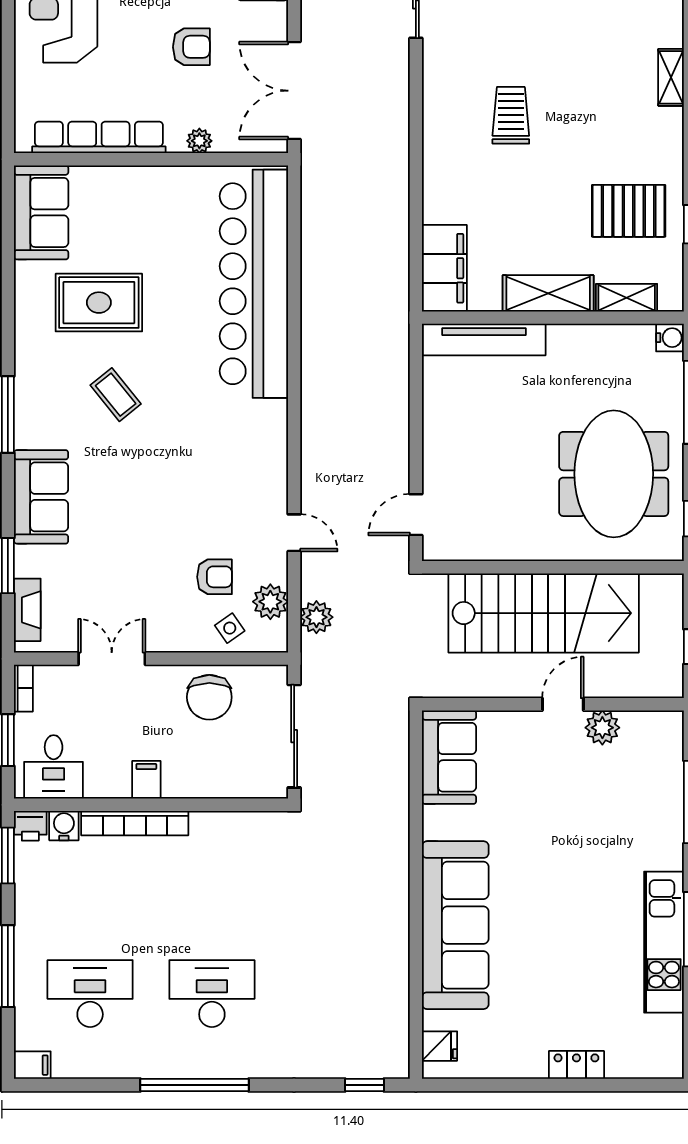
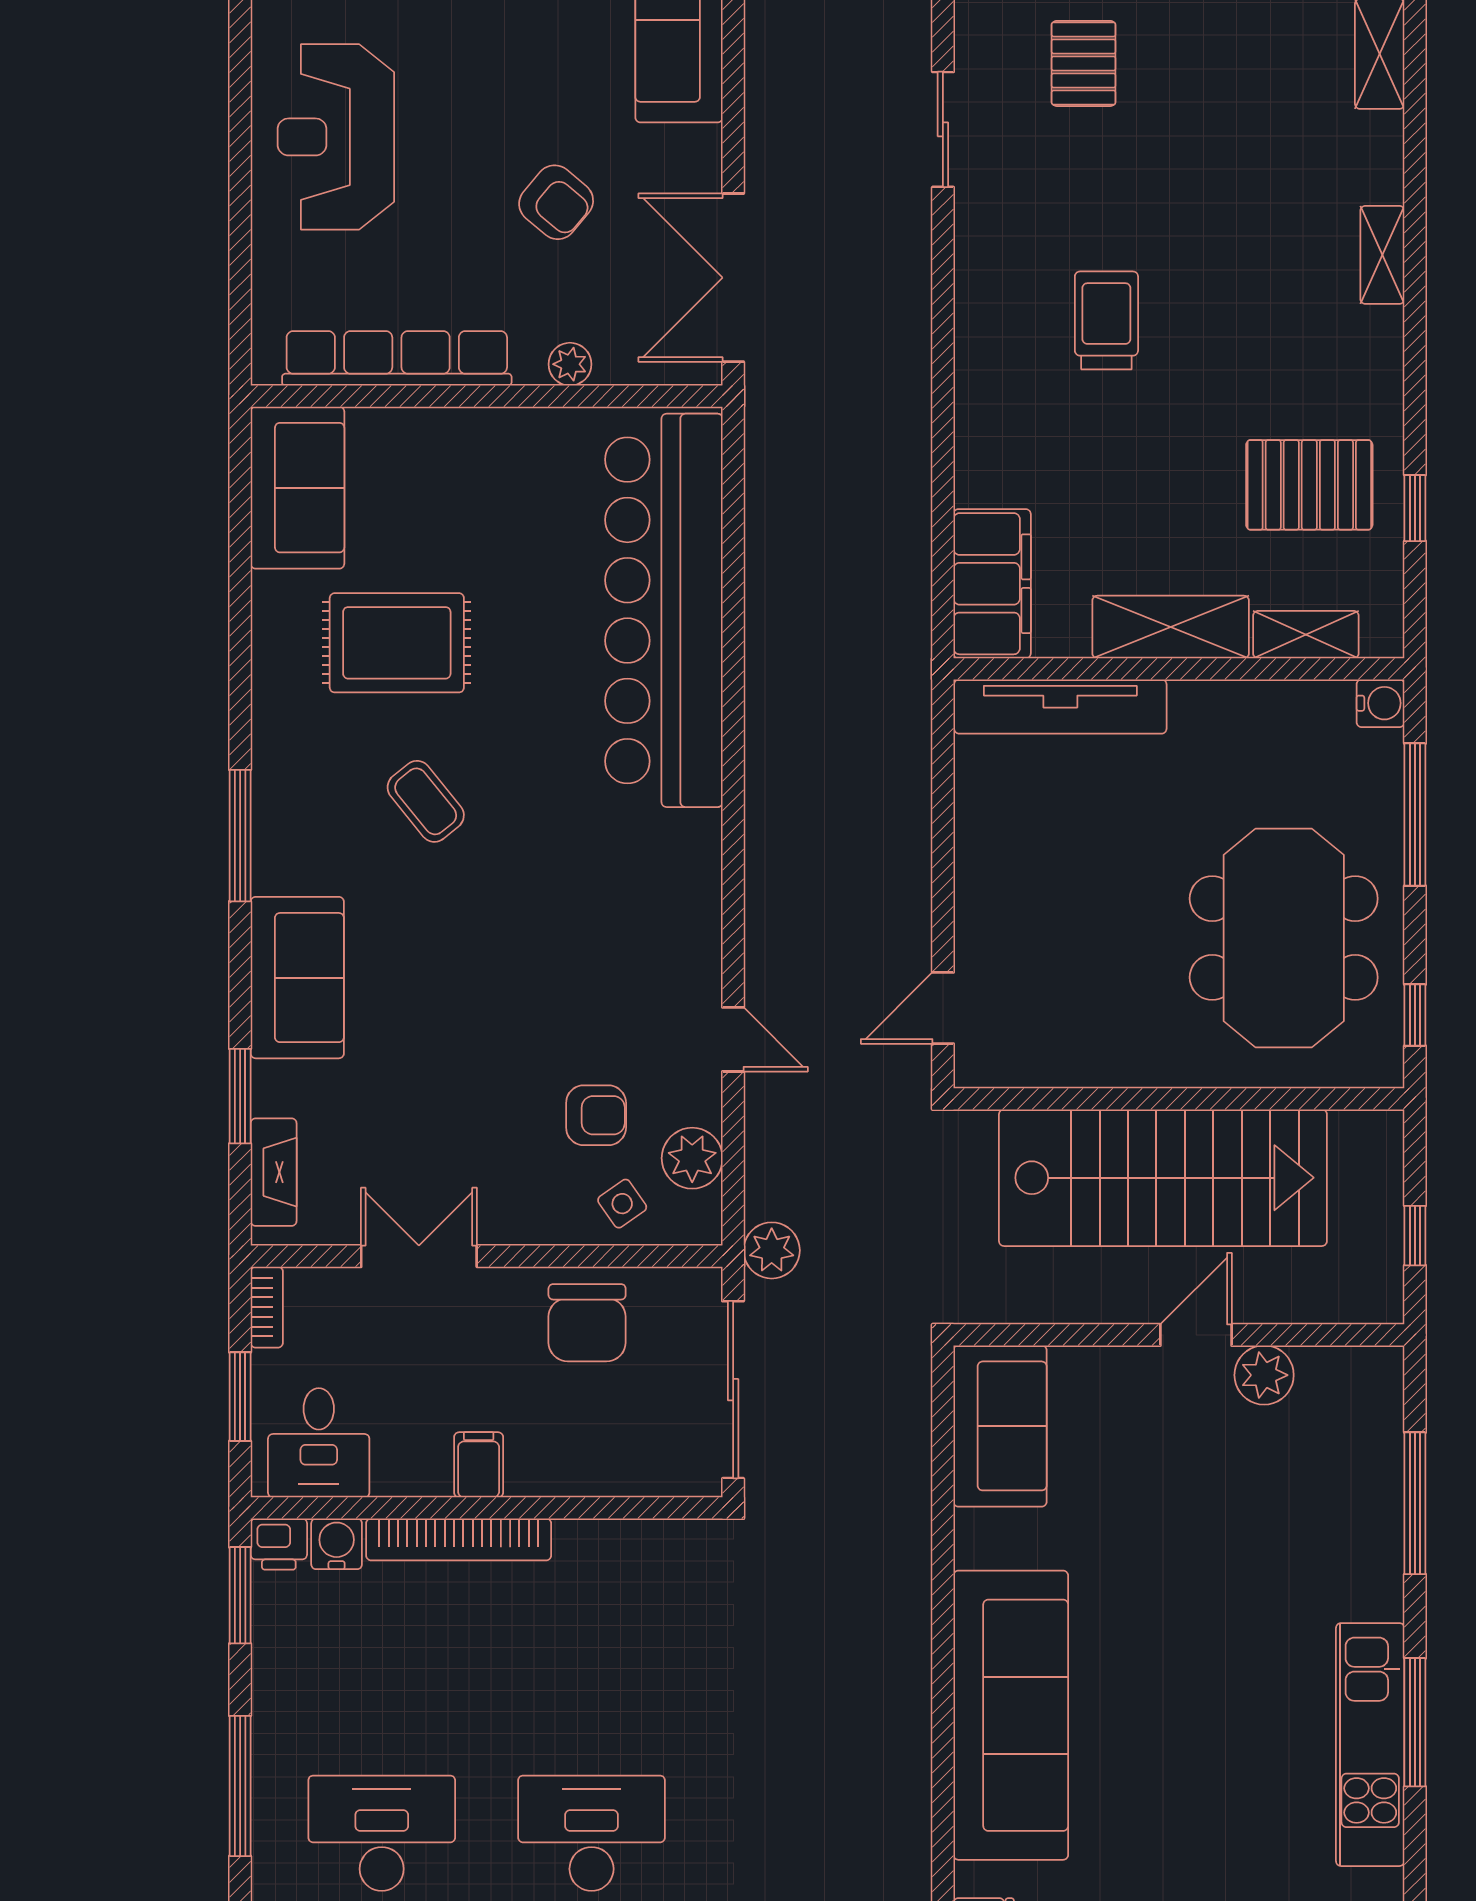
armchair: (191, 47) -> (556, 202), turned 40
plant: (316, 617) -> (772, 1250), moved

